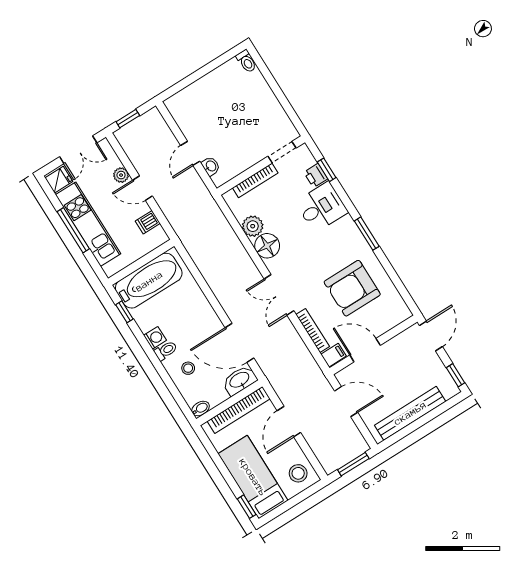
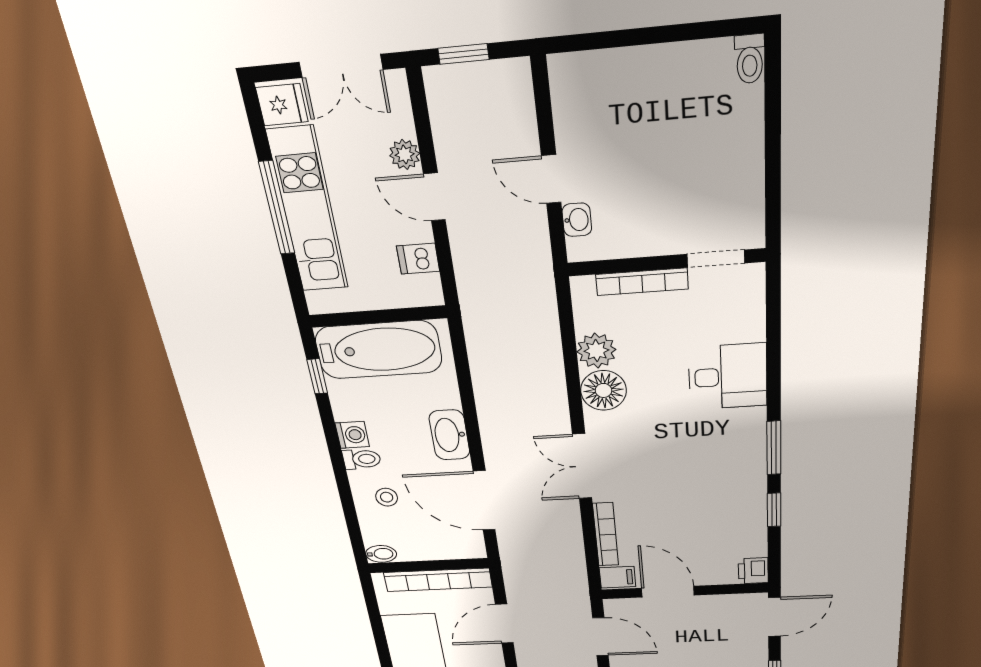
door: (190, 153) -> (551, 179), hinge flipped
window: (327, 170) -> (774, 510), moved
printer: (316, 176) -> (753, 571), moved
armchair: (352, 288) -> (701, 509), removed
washbasin: (240, 380) -> (449, 435), moved, turned -90

